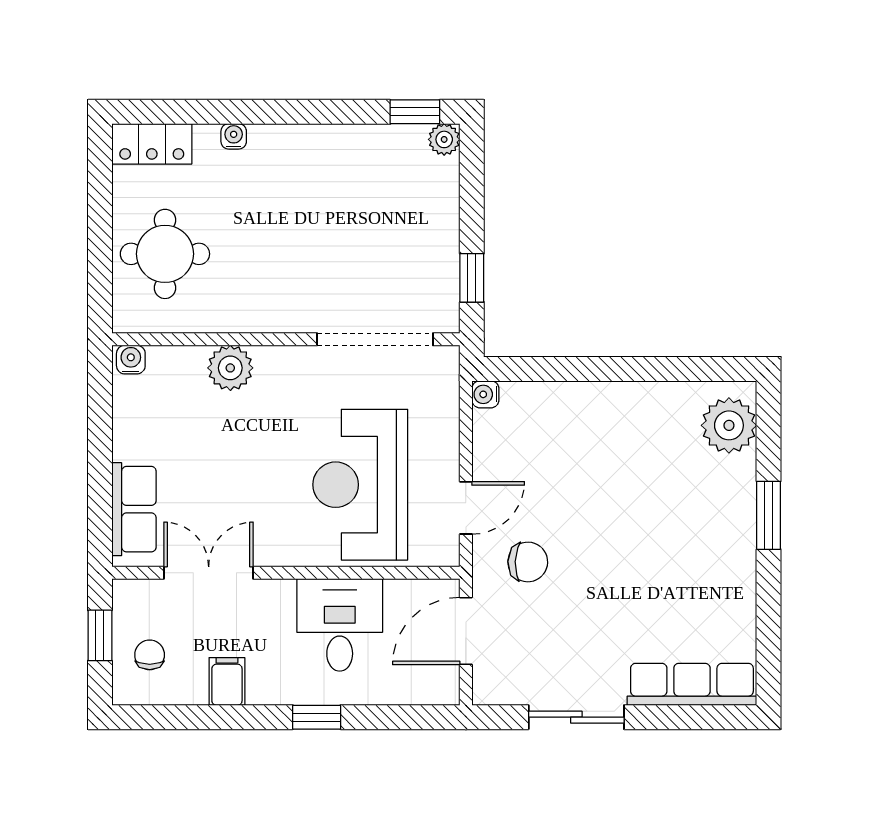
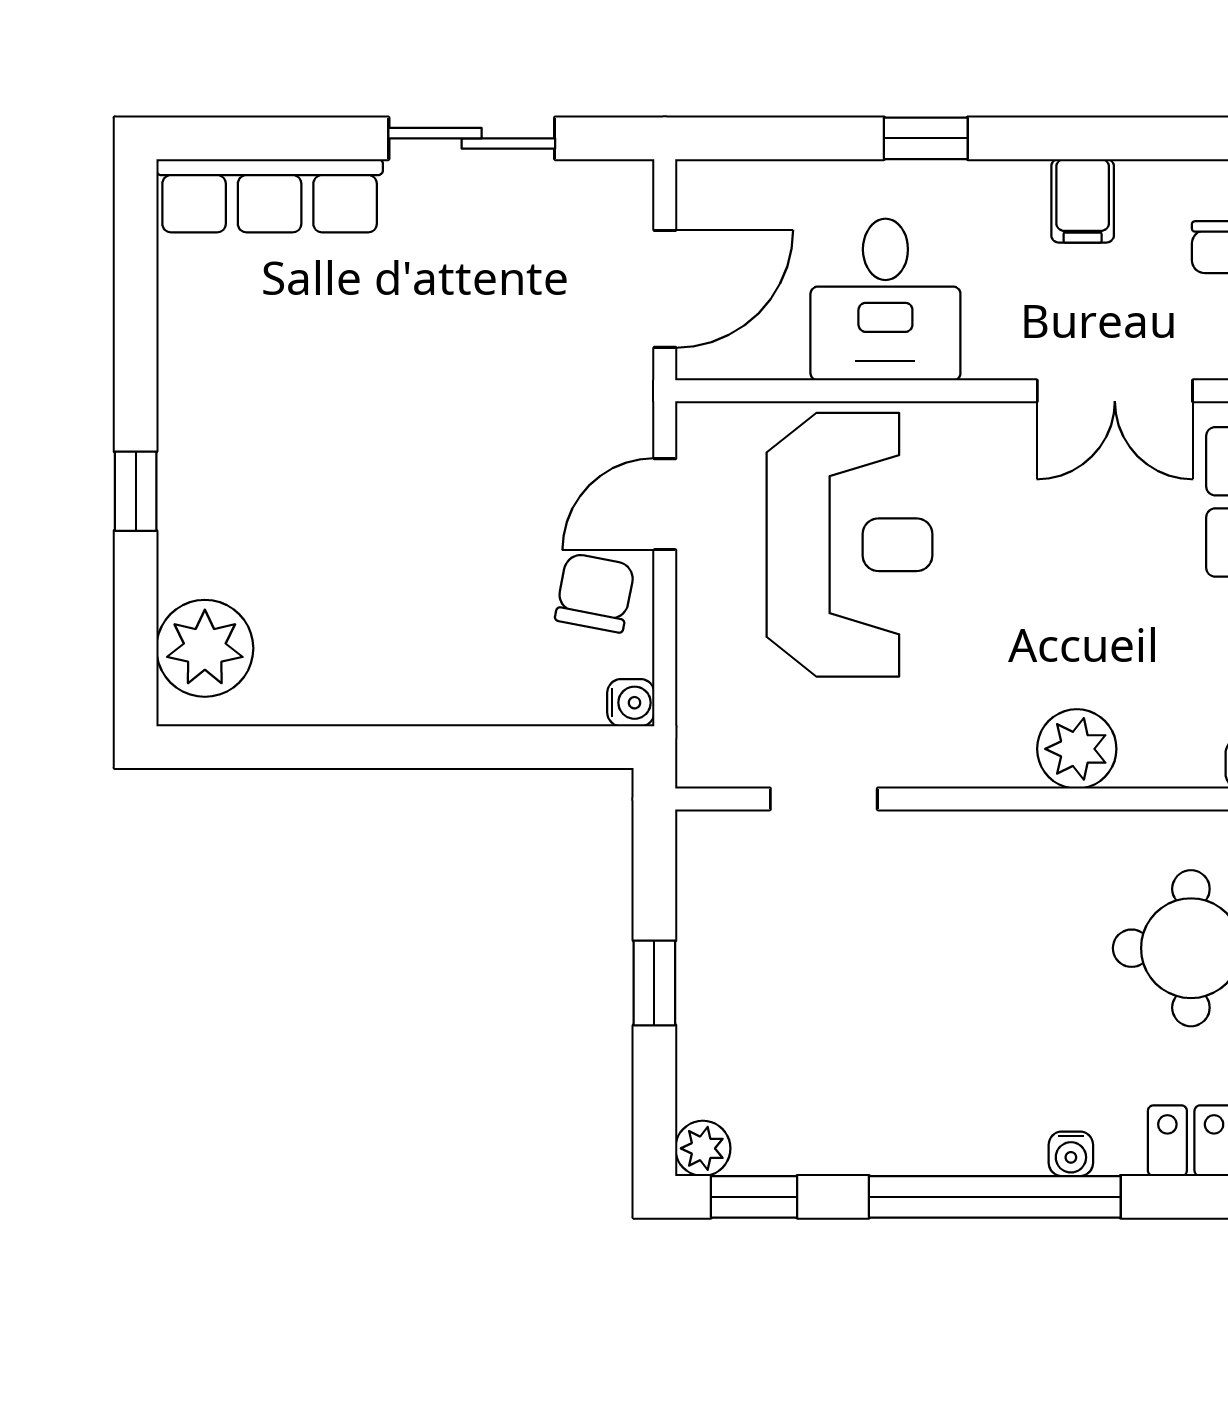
window: (277, 112) -> (995, 1197), added
window: (472, 278) -> (654, 983), moved
doorway: (375, 339) -> (824, 799), width x0.53
window: (769, 515) -> (136, 491), width x0.67
chair: (528, 562) -> (595, 593), moved, turned 99

